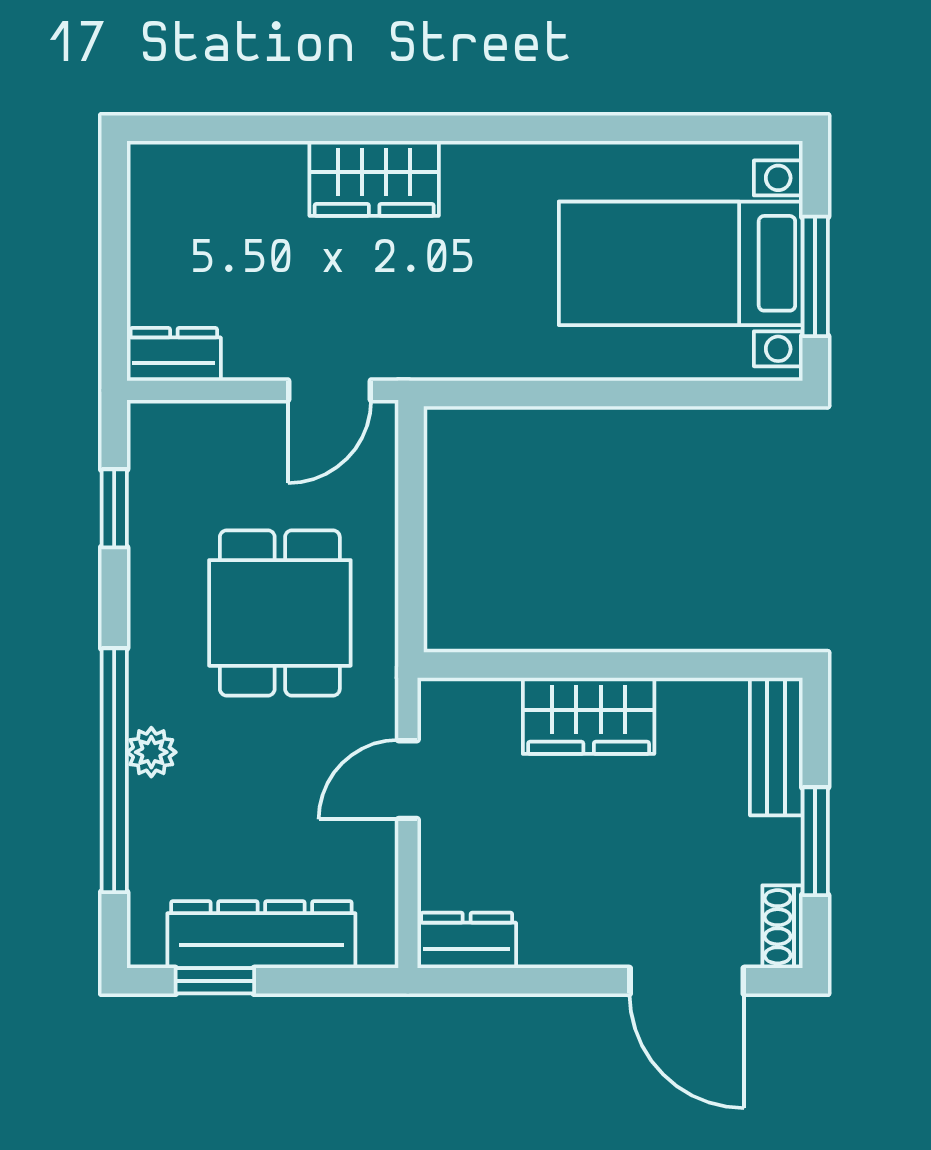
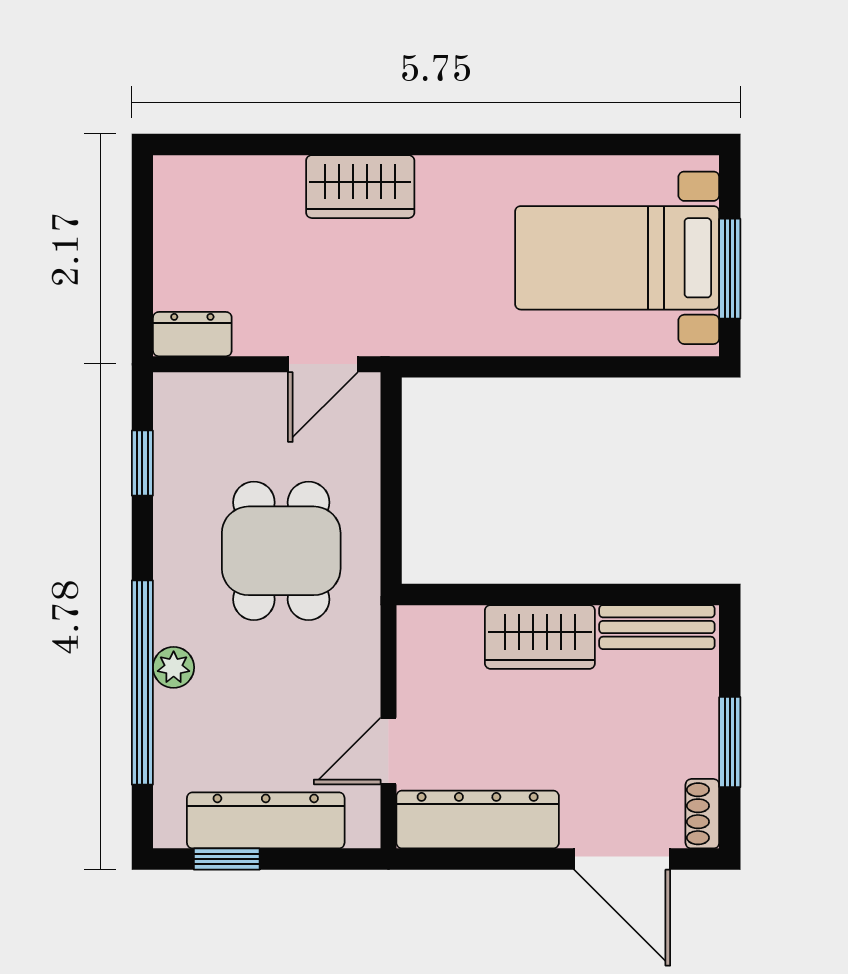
bench: (776, 747) -> (657, 627), moved, turned 90
door: (408, 780) -> (388, 751), moved
dresser: (467, 940) -> (478, 819), width x1.96, depth x1.24

